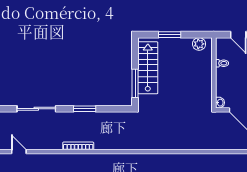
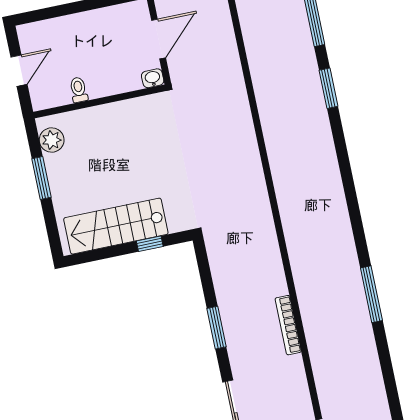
window: (170, 35) -> (41, 178), moved
window: (135, 83) -> (150, 244), width x0.46

